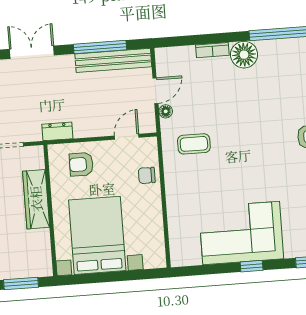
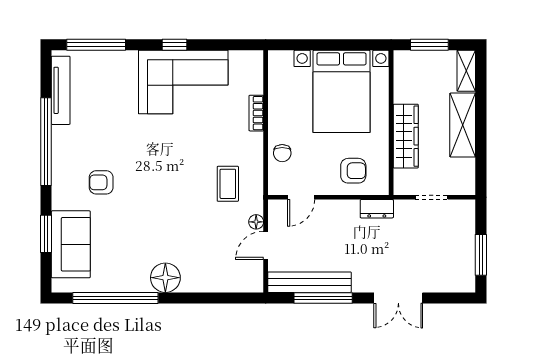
bookcase: (212, 50) -> (256, 113), moved, turned -90
coffee table: (194, 144) -> (228, 184), turned 90
chair: (147, 175) -> (282, 153), turned 90

